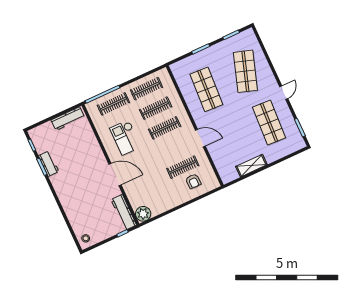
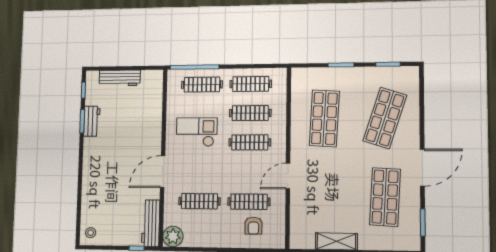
door: (284, 93) -> (422, 168), width x1.88
workbench: (68, 119) -> (120, 78), moved
checkout: (125, 137) -> (197, 132), turned 90
door: (200, 138) -> (288, 176), swing flipped
door: (115, 175) -> (163, 172), swing flipped
clothes rail: (150, 182) -> (199, 201), added

